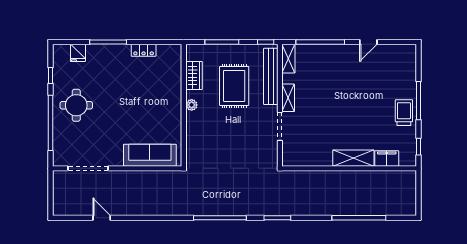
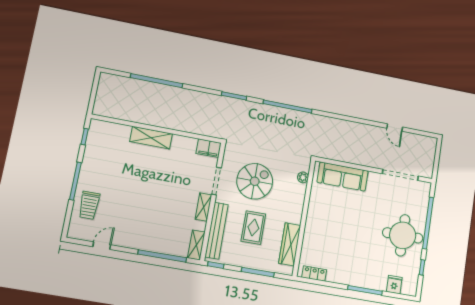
door: (368, 42) -> (102, 246), moved
locker: (144, 50) -> (314, 273), moved
wardrobe: (194, 75) -> (290, 244), width x1.50
rug: (234, 86) -> (253, 228), width x0.73, depth x0.70
round table: (76, 105) -> (403, 235), width x1.36, depth x1.36
plant: (192, 105) -> (303, 177), moved
trolley: (404, 113) -> (89, 205), moved
spiral stairs: (241, 133) -> (255, 181), added
filing cabinet: (387, 158) -> (209, 148), moved

